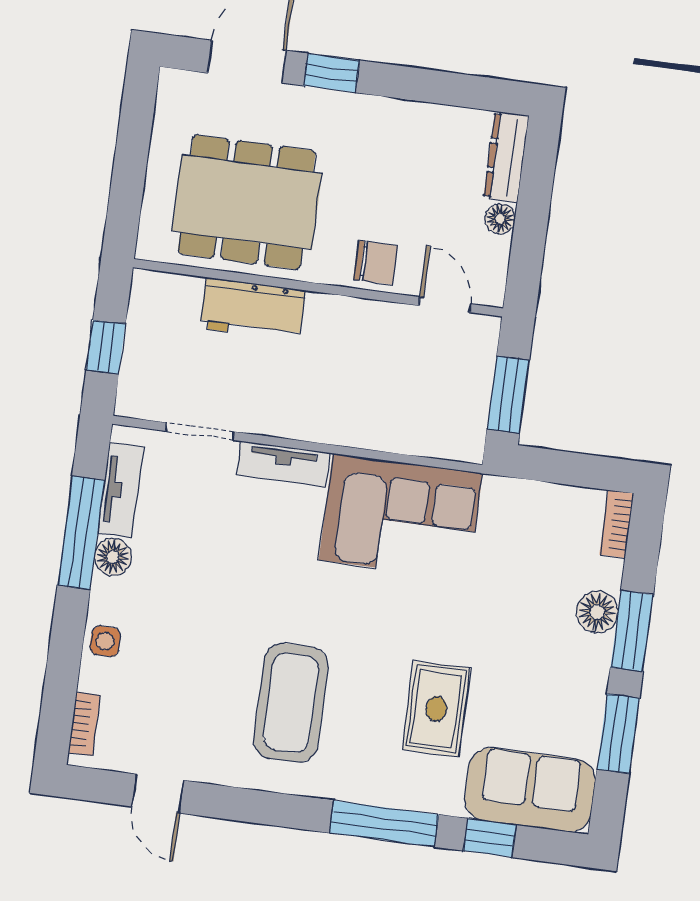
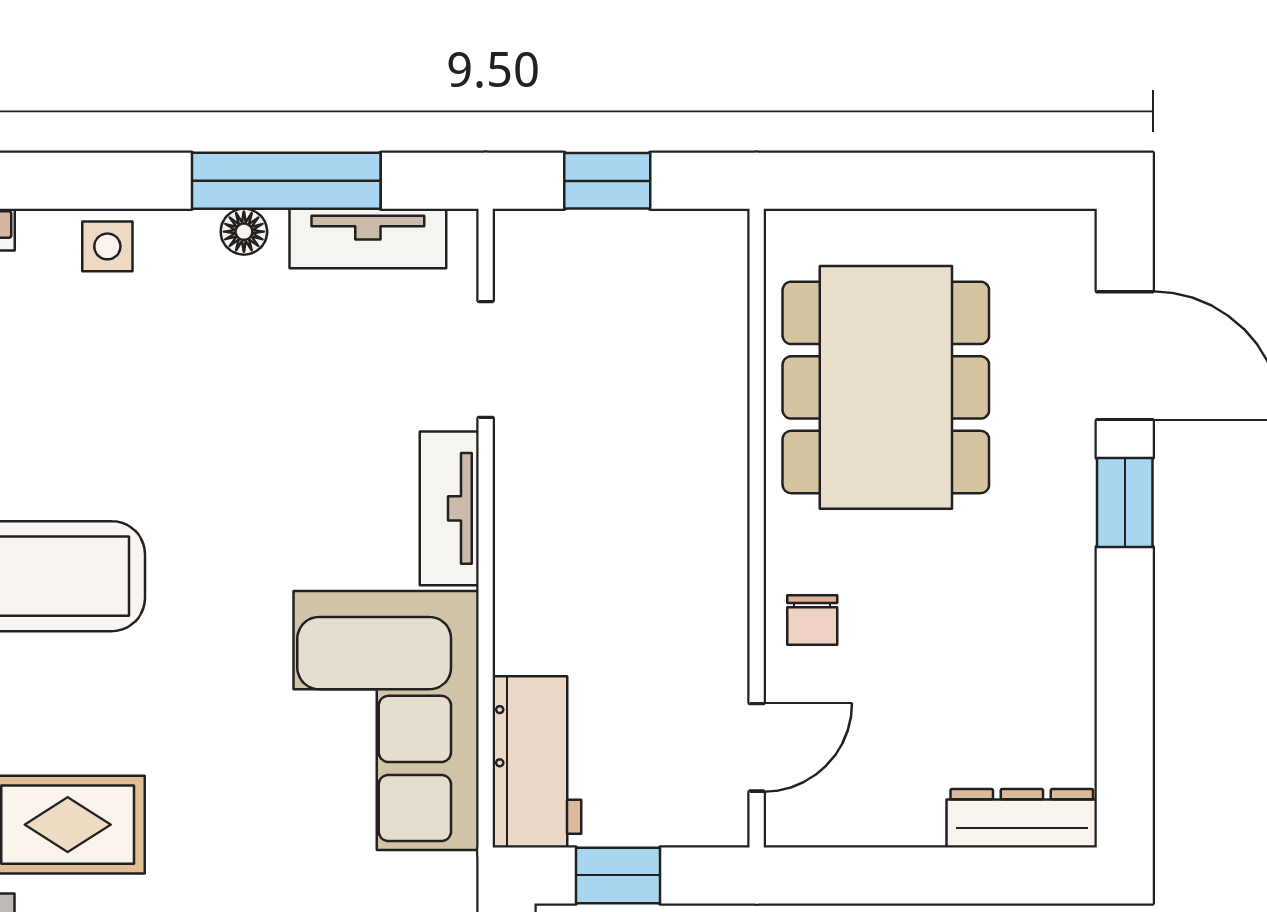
floor lamp: (500, 219) -> (915, 822), removed
chair: (375, 263) -> (812, 620), width x0.73, depth x0.73
workbench: (253, 309) -> (537, 762), moved, turned 180
window: (508, 395) -> (618, 875), width x0.67
floor lamp: (113, 557) -> (244, 232), width x0.73, depth x0.73

